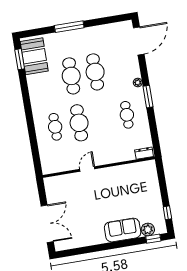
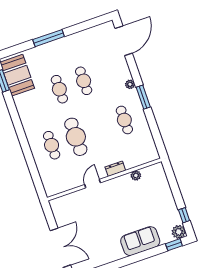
cafe table: (95, 72) -> (84, 81), width x0.73, depth x0.74
cafe table: (71, 76) -> (59, 89), width x0.73, depth x0.74
dresser: (144, 153) -> (115, 169), moved
plant: (129, 168) -> (136, 176), added
plant: (148, 230) -> (179, 232), moved

